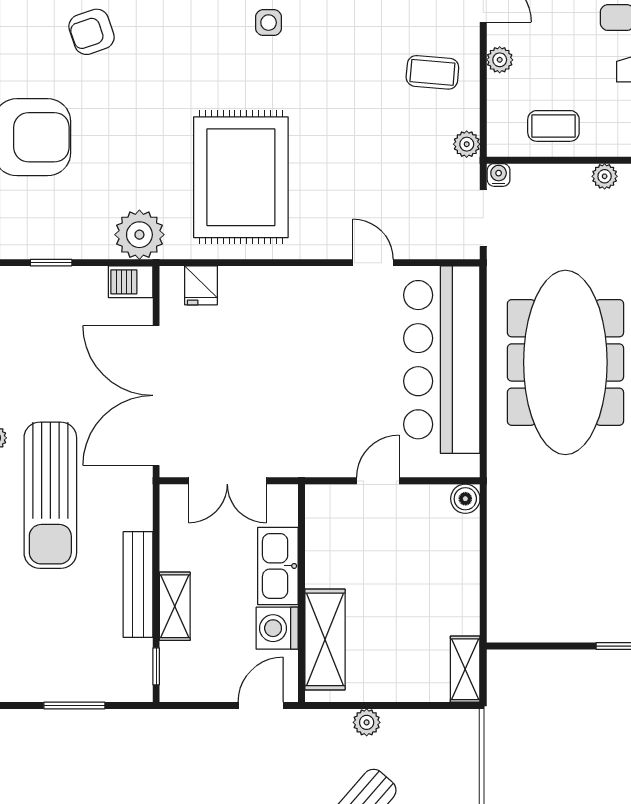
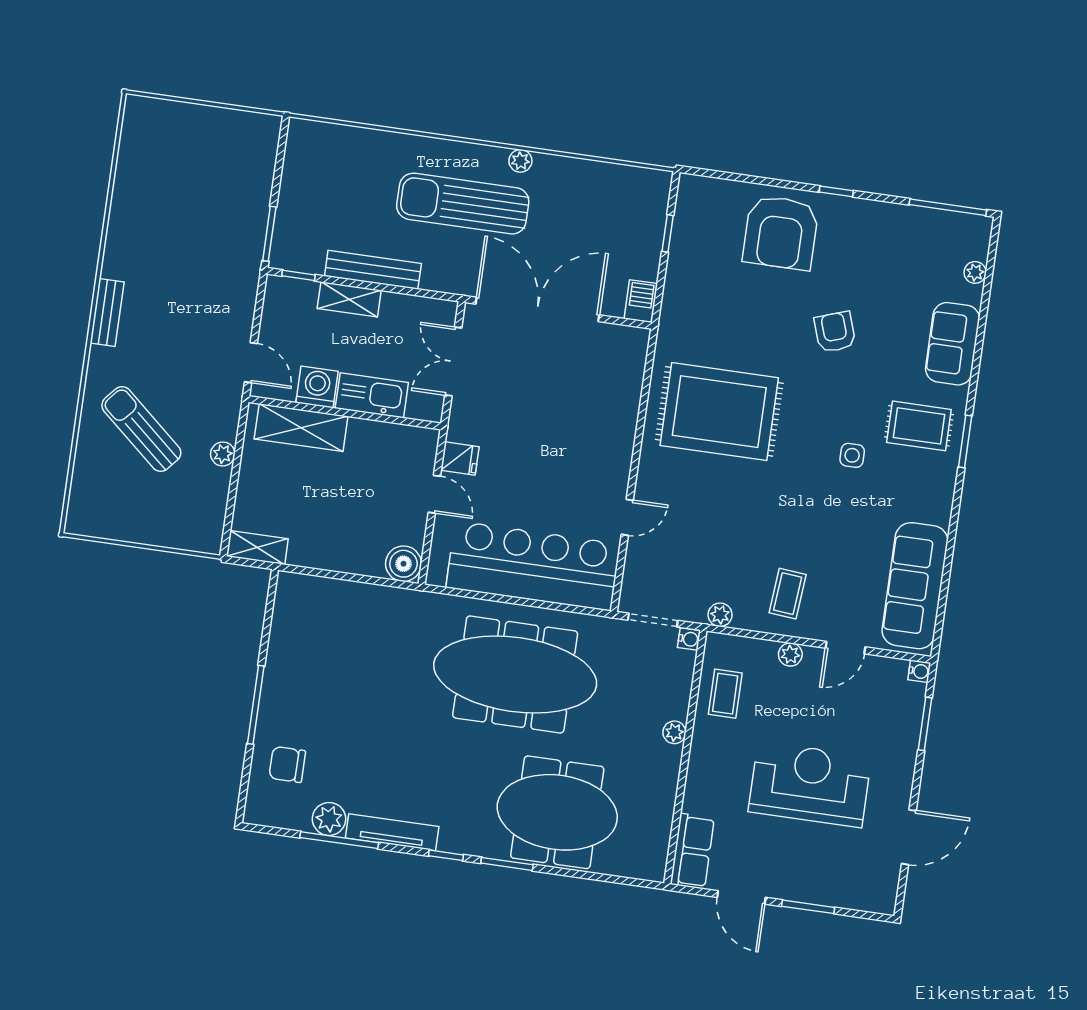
armchair: (92, 32) -> (835, 332), moved
plant: (139, 235) -> (681, 315), removed
fridge: (201, 285) -> (460, 459), moved, turned 180
boiler: (465, 499) -> (404, 564), width x1.36, depth x1.36
window: (74, 706) -> (269, 234), moved

